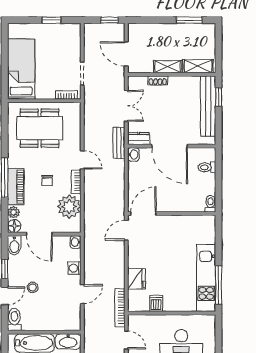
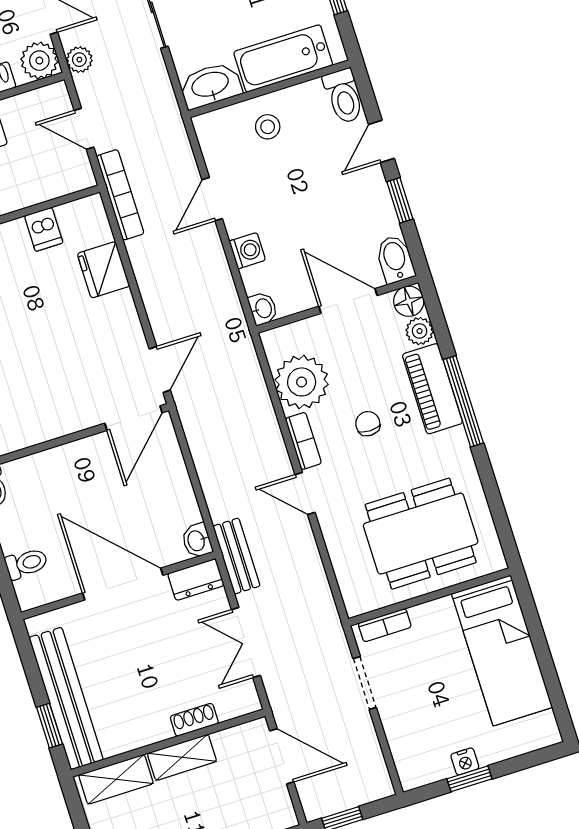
nightstand: (51, 28) -> (465, 761), added
stool: (33, 287) -> (268, 127), moved

